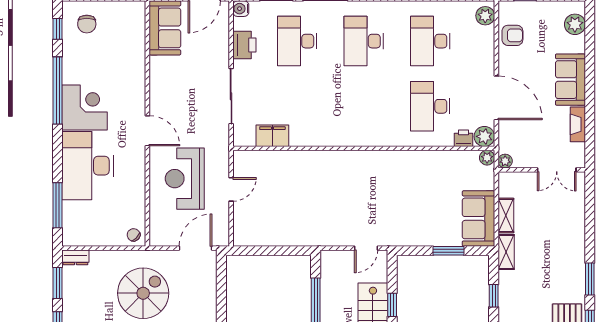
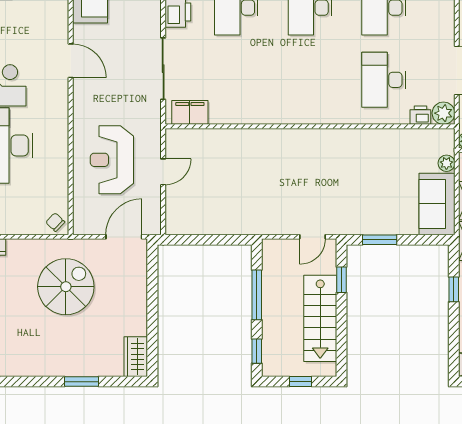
door: (147, 131) -> (71, 61), moved
filing cabinet: (272, 136) -> (190, 112), moved
plant: (487, 158) -> (446, 163), moved
window: (448, 251) -> (380, 240), moved
window: (392, 305) -> (341, 280), moved

